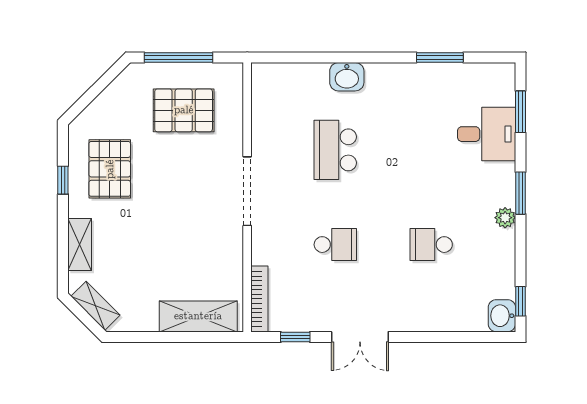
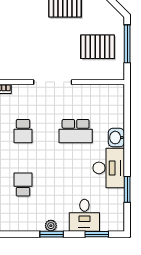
desk: (401, 90) -> (109, 168), added
pallet: (184, 110) -> (98, 47), turned 90
school desk: (335, 150) -> (76, 131), turned 180
plant: (505, 218) -> (51, 226), moved

